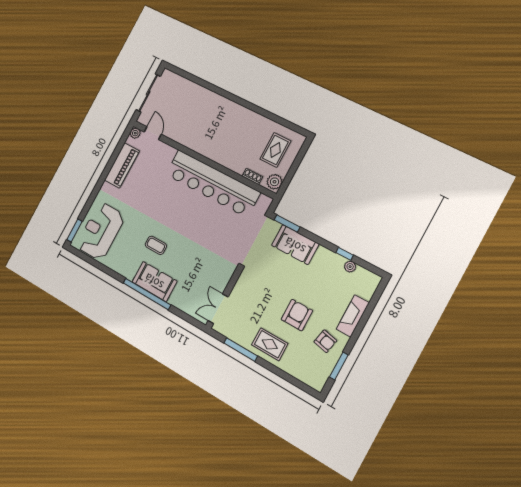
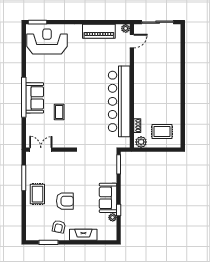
coffee table: (156, 245) -> (59, 112), moved
sofa: (295, 245) -> (108, 198), moved

